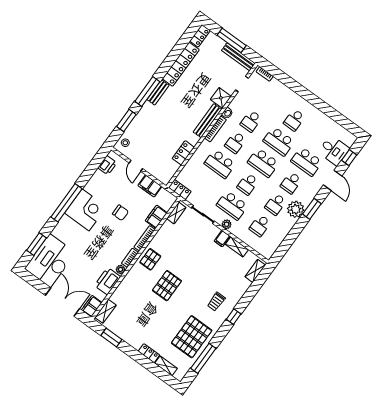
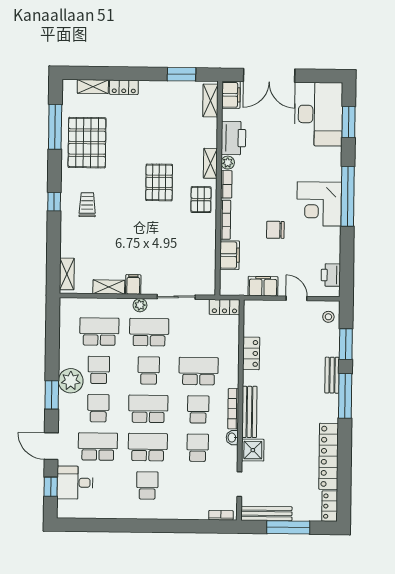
bench: (158, 92) -> (332, 375), moved
shelving: (176, 213) -> (210, 163), moved
school desk: (260, 226) -> (99, 332), width x1.85

